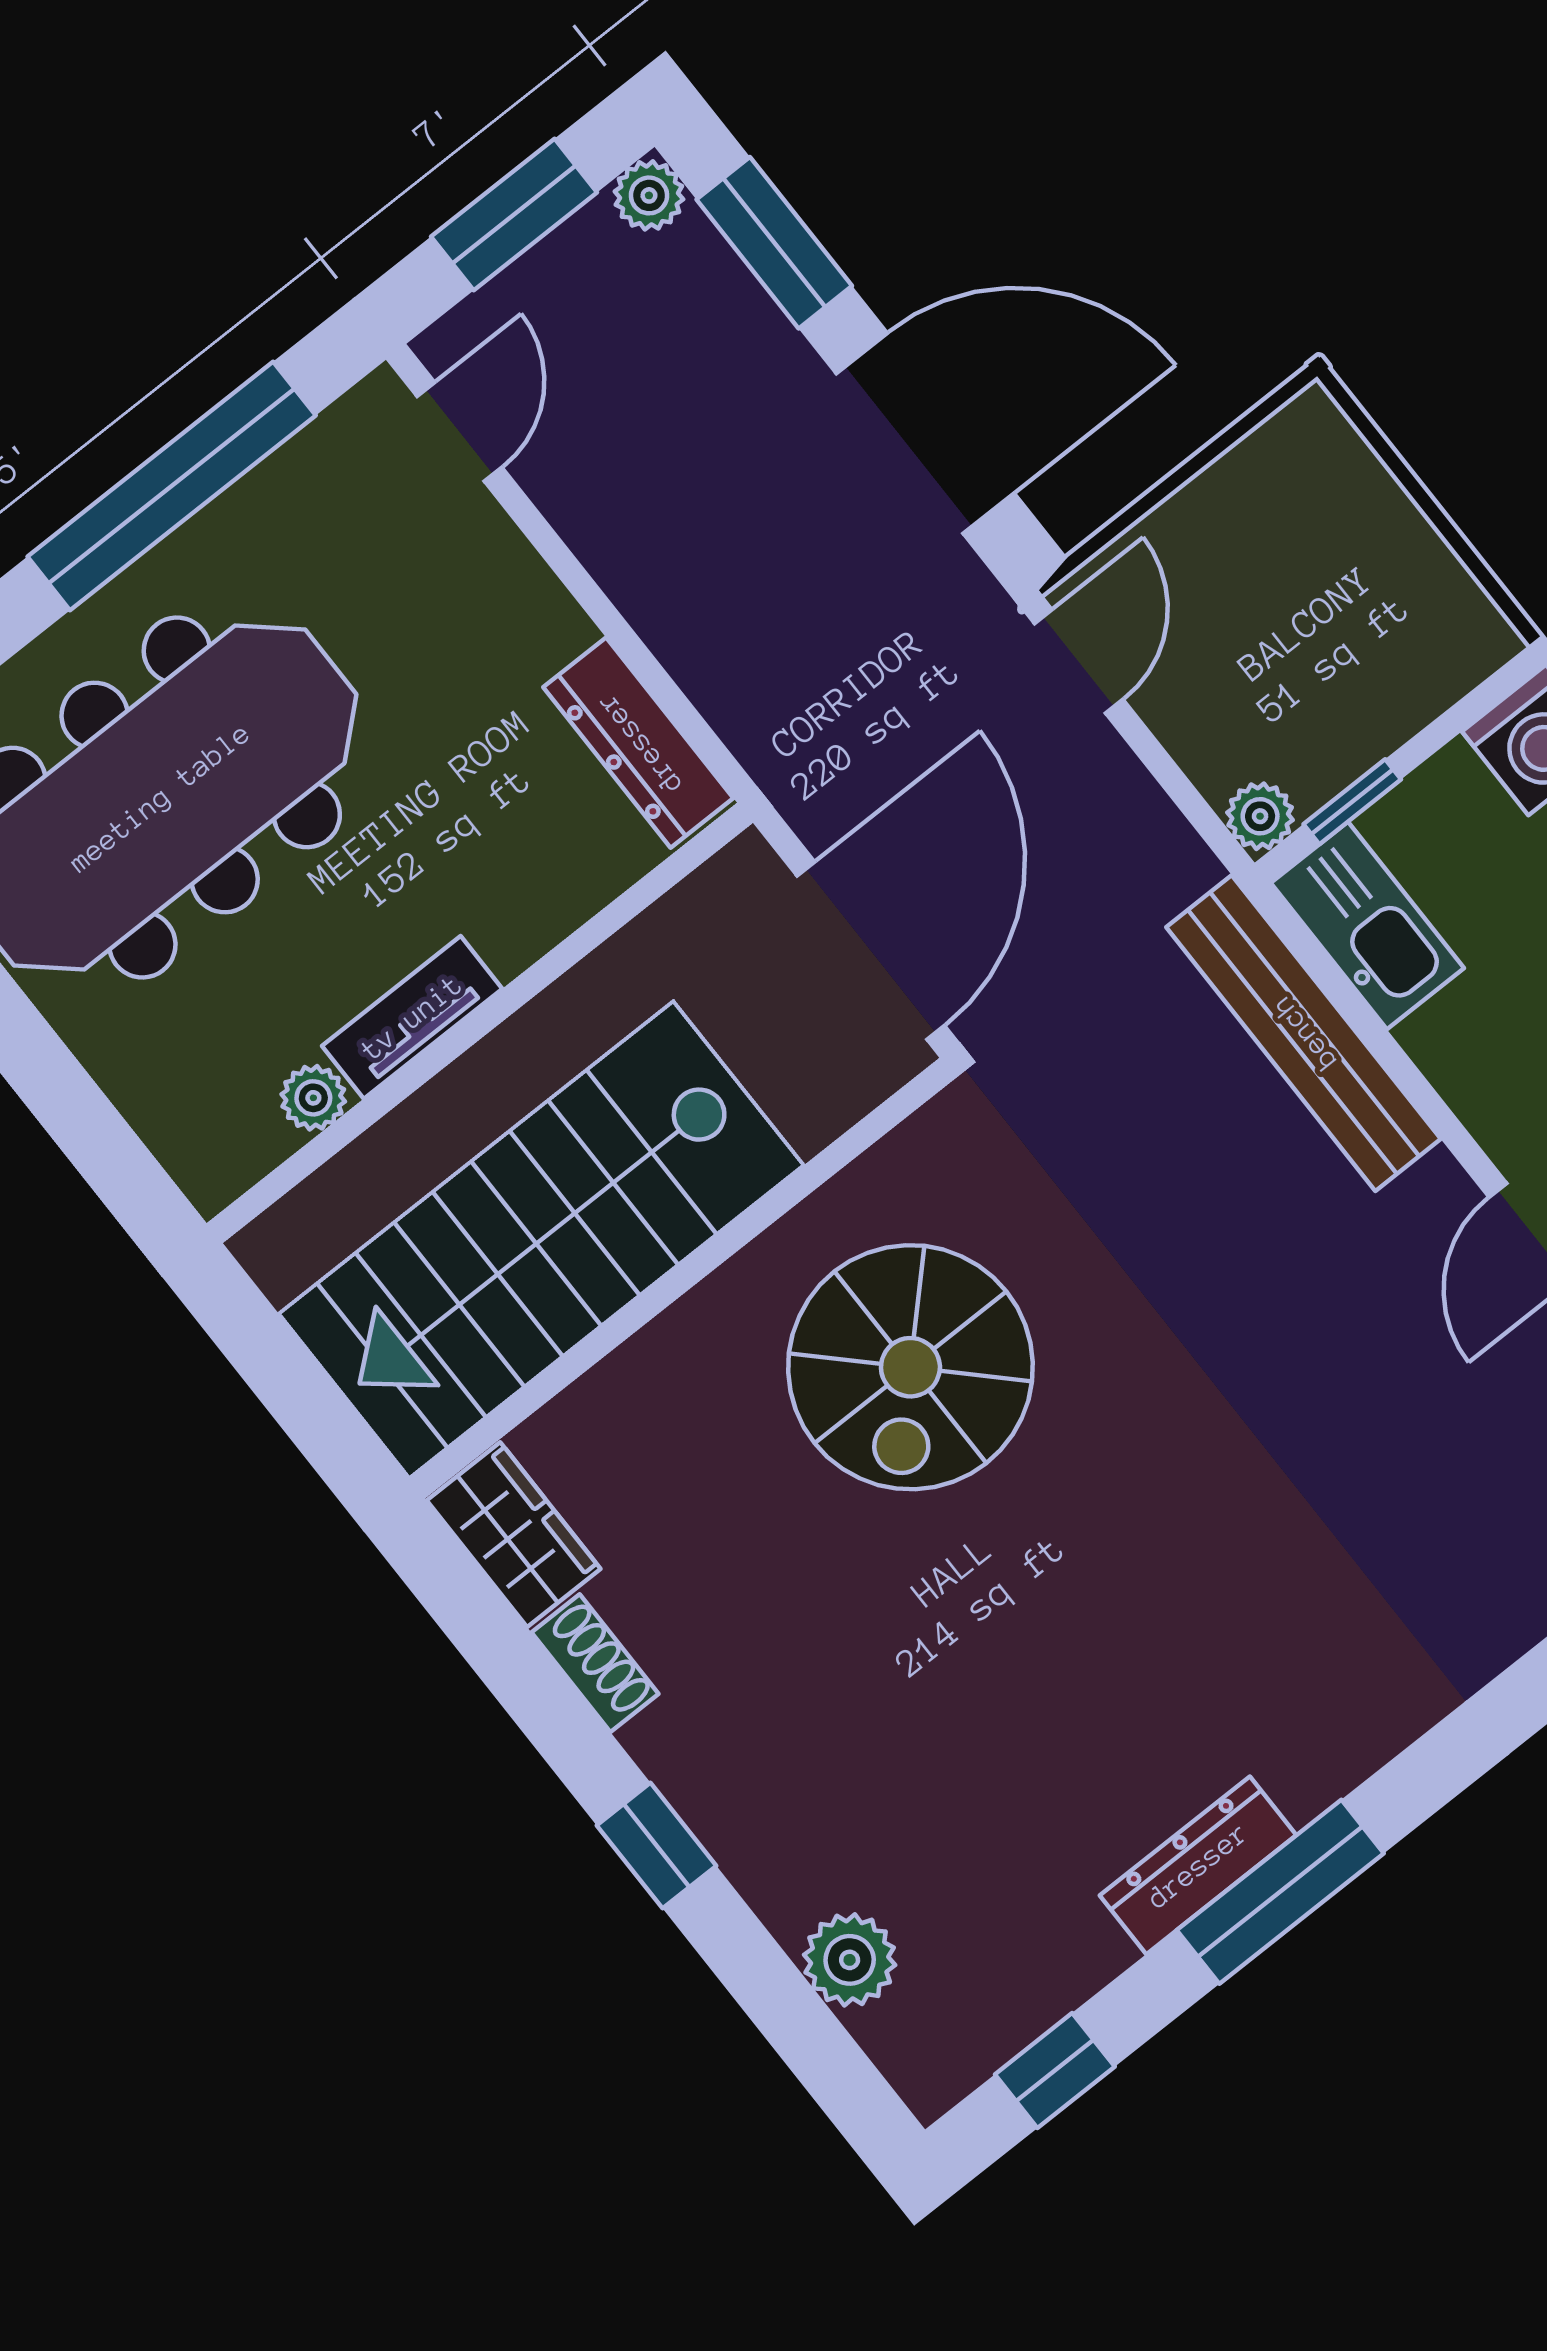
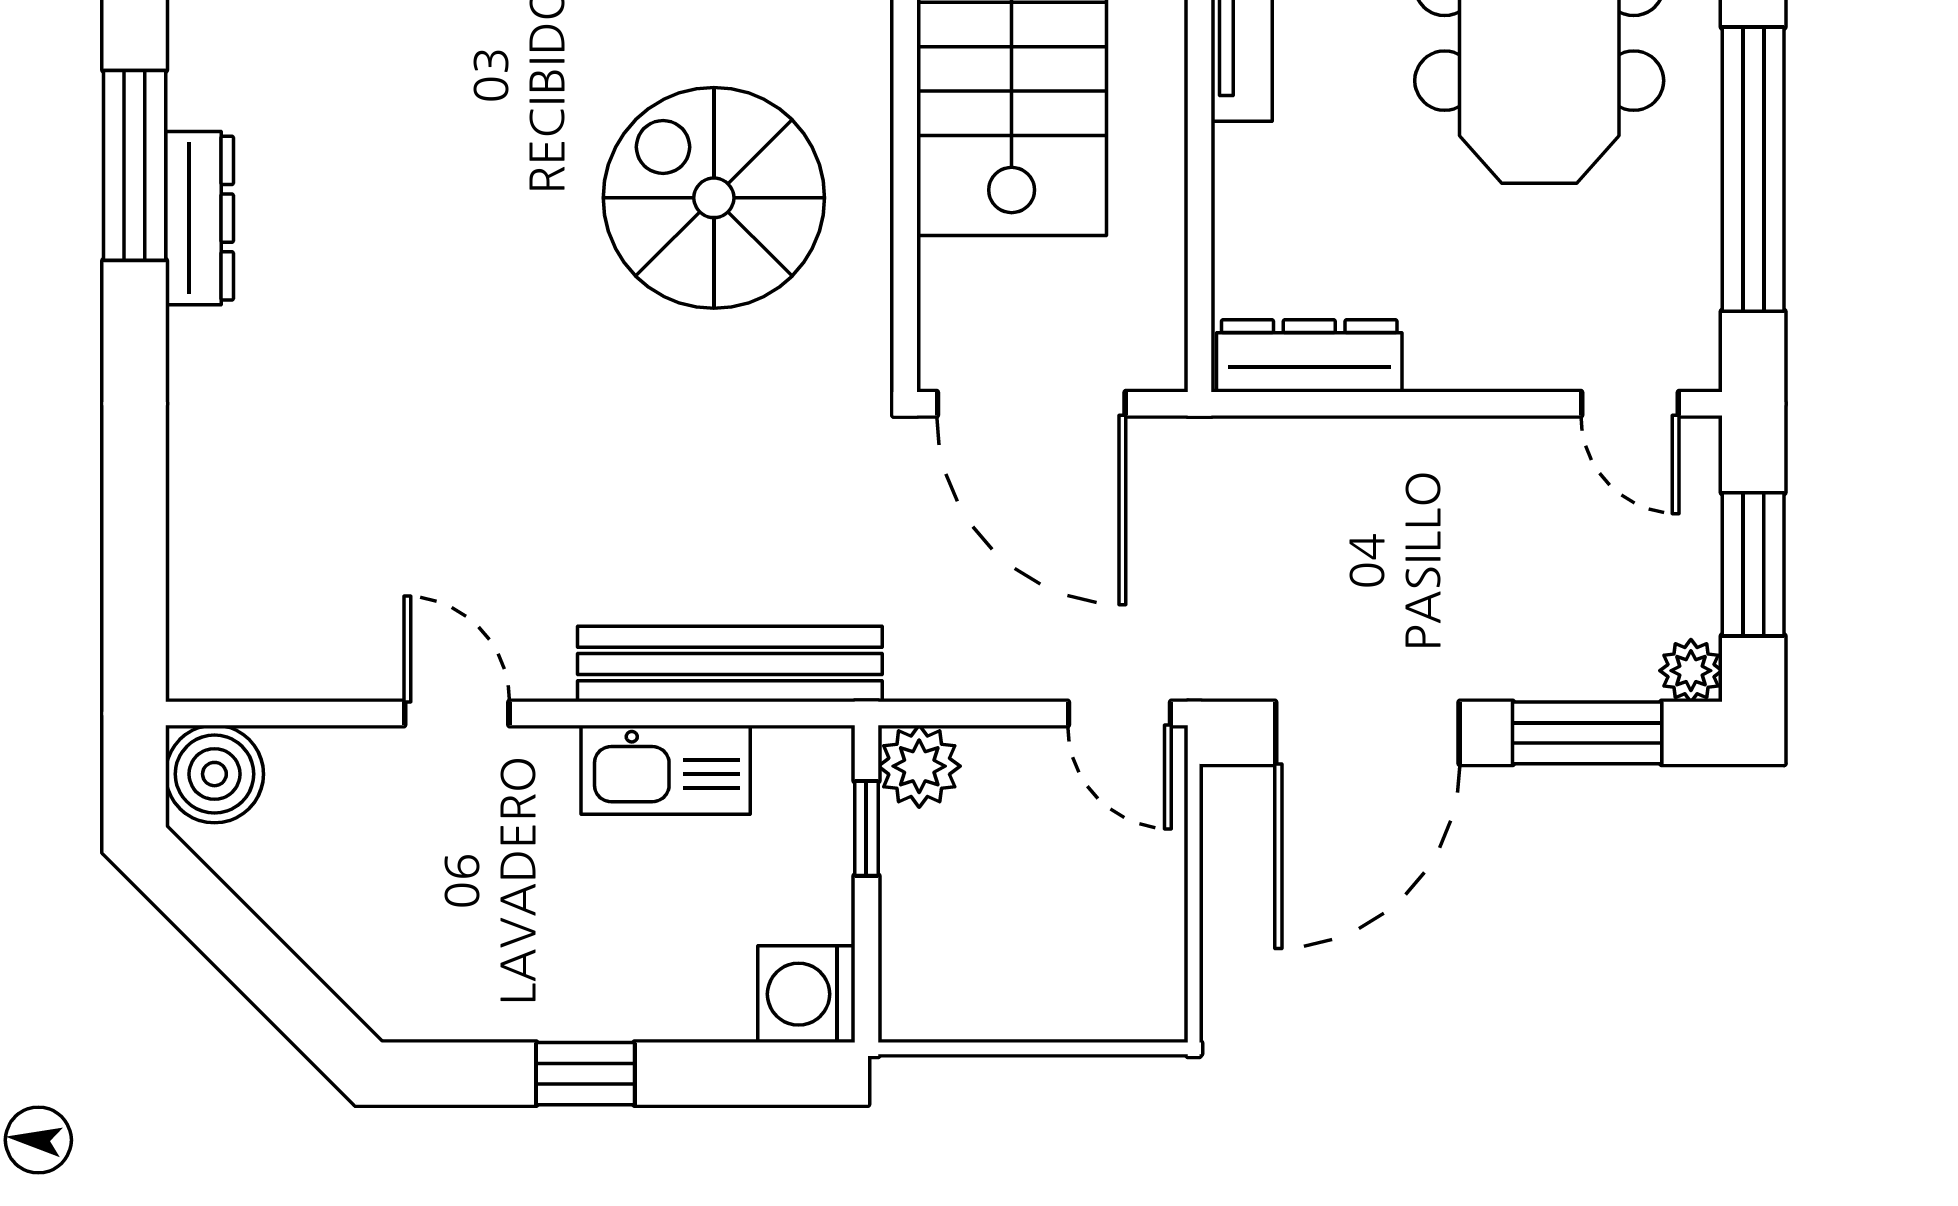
plant: (1260, 816) -> (919, 766), width x1.38, depth x1.38
kitchen sink: (1367, 925) -> (666, 770), moved
dresser: (1198, 1865) -> (199, 218), moved

